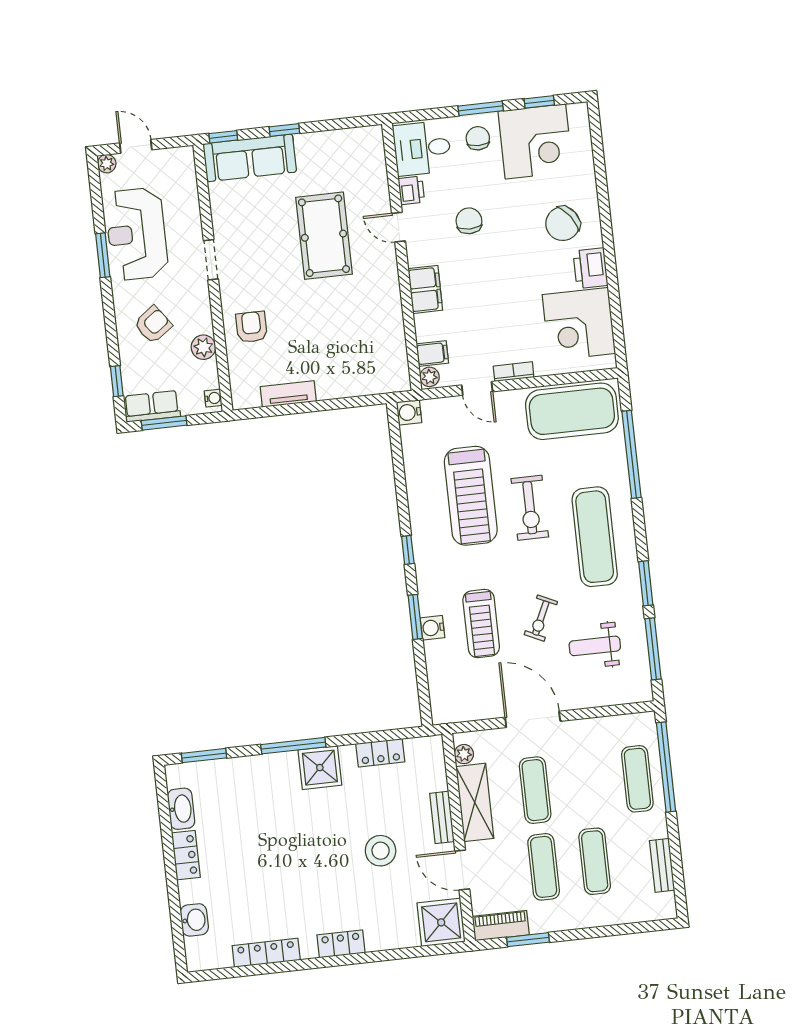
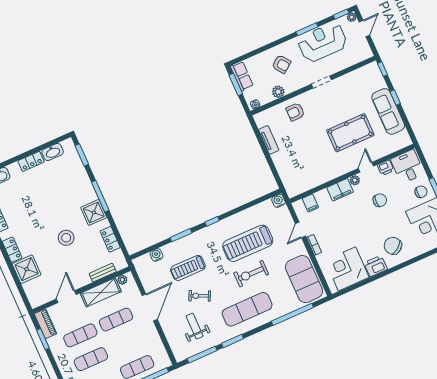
sofa: (250, 158) -> (388, 111), moved
armchair: (252, 327) -> (295, 112), turned 180
plant: (430, 377) -> (355, 180), moved
window: (117, 381) -> (341, 14), moved
water cooler: (432, 628) -> (156, 255), moved
bench: (442, 817) -> (103, 273), moved
stool: (381, 851) -> (66, 238), moved
shower: (441, 922) -> (27, 269), moved

